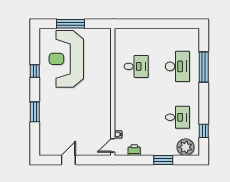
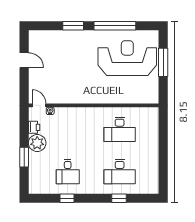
desk: (136, 66) -> (120, 129), width x1.37
window: (204, 67) -> (119, 198), width x0.46
window: (35, 71) -> (115, 26), width x3.17
window: (204, 131) -> (67, 198), moved
plant: (185, 147) -> (37, 143), moved

